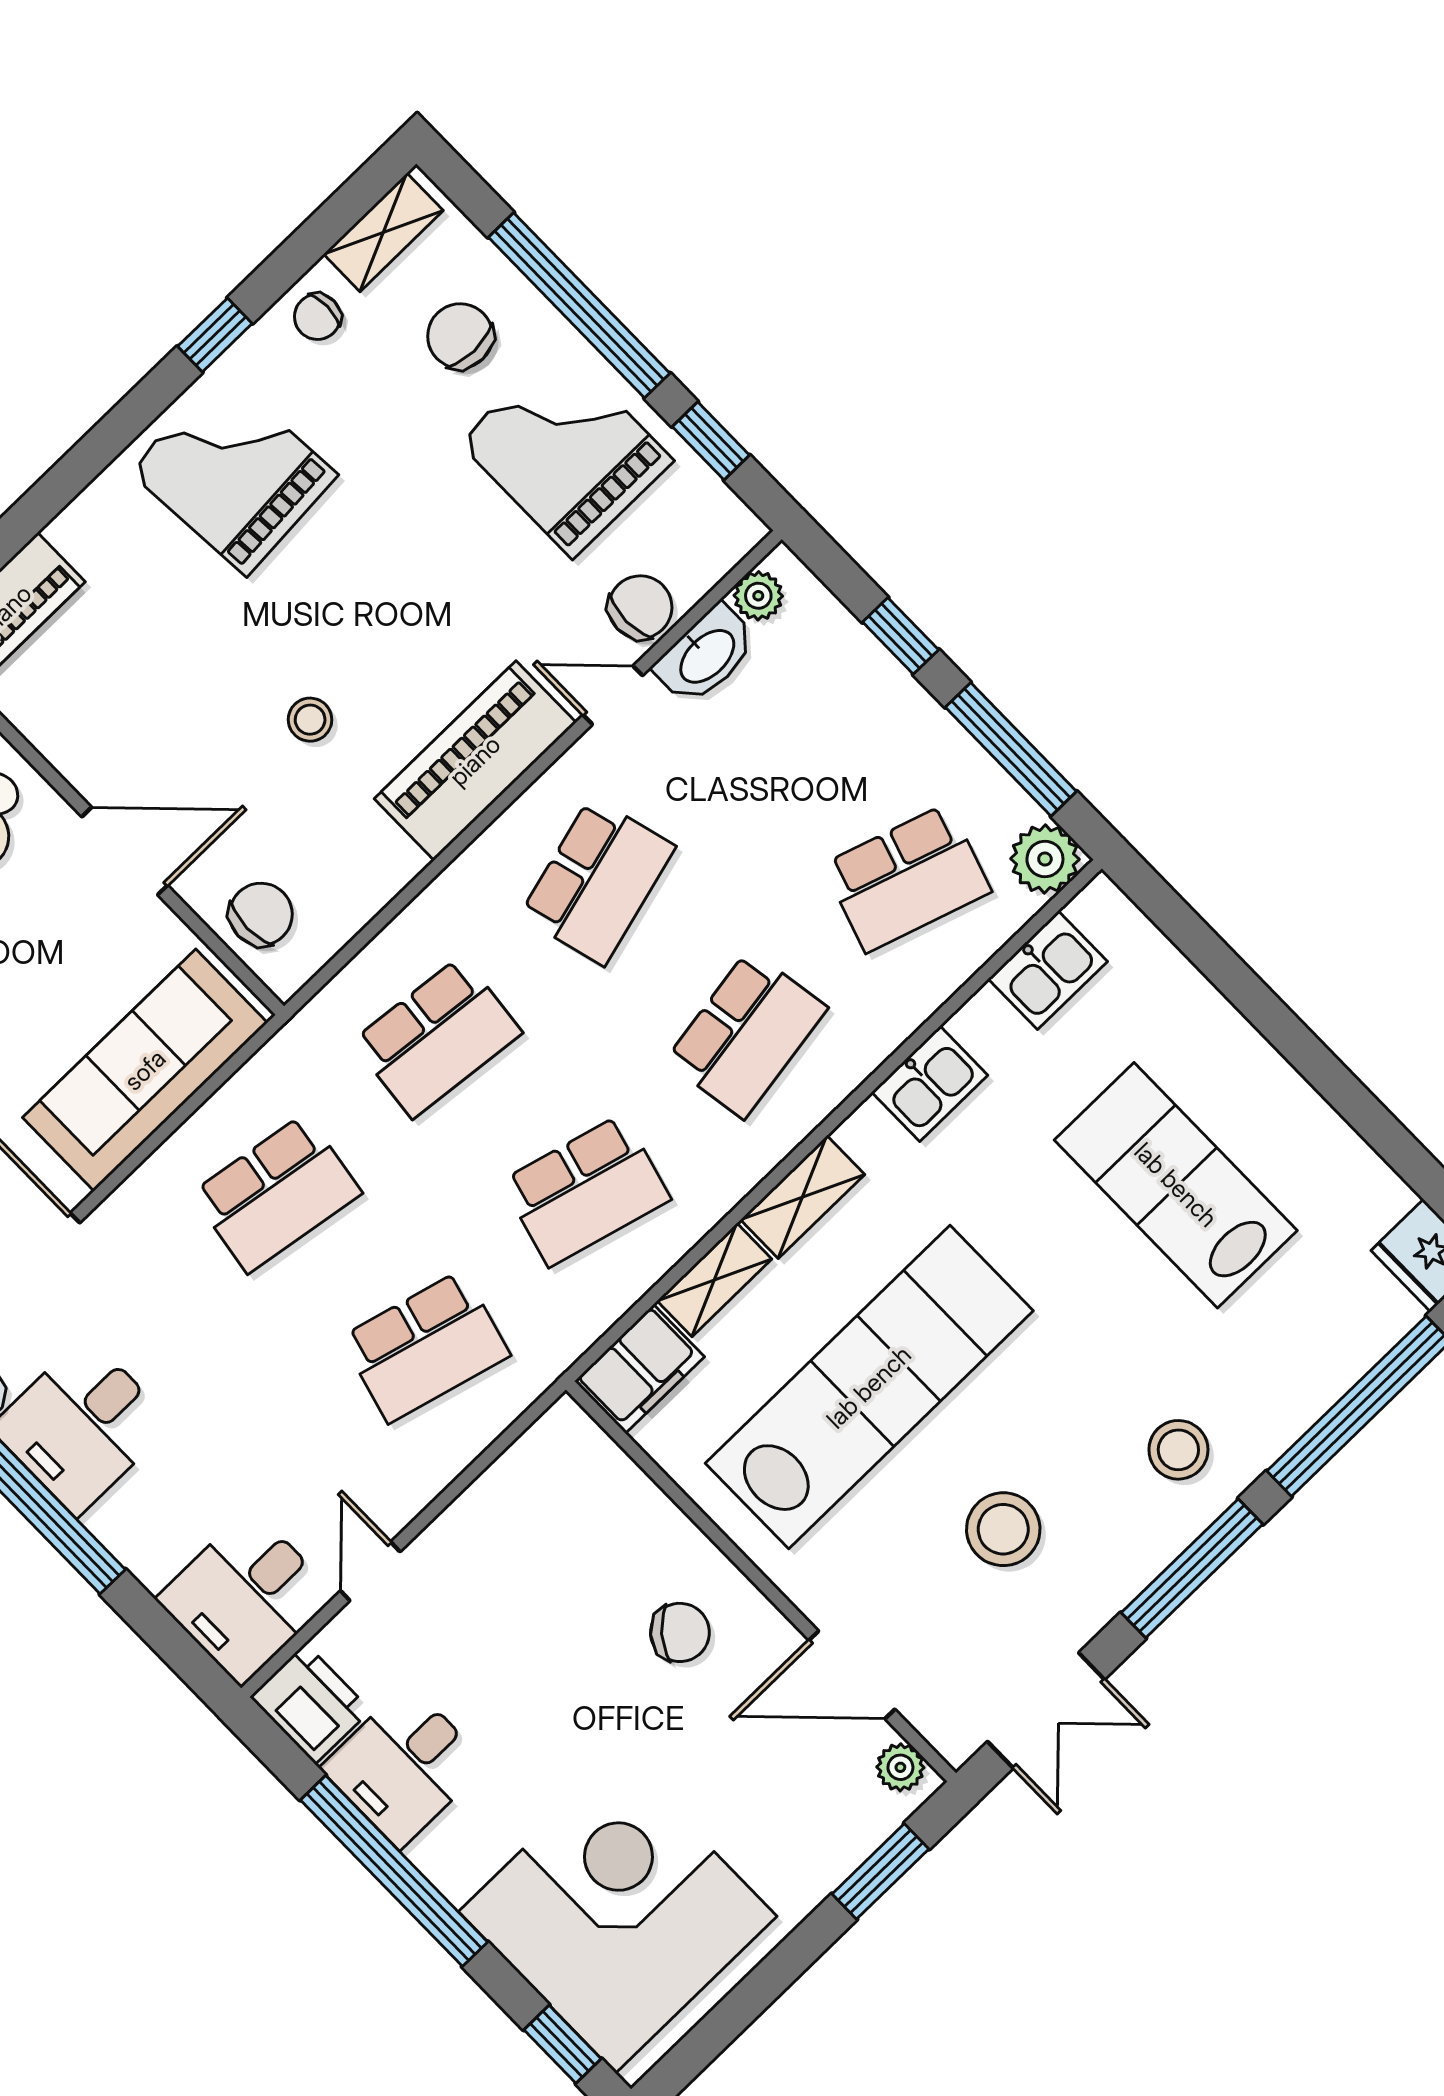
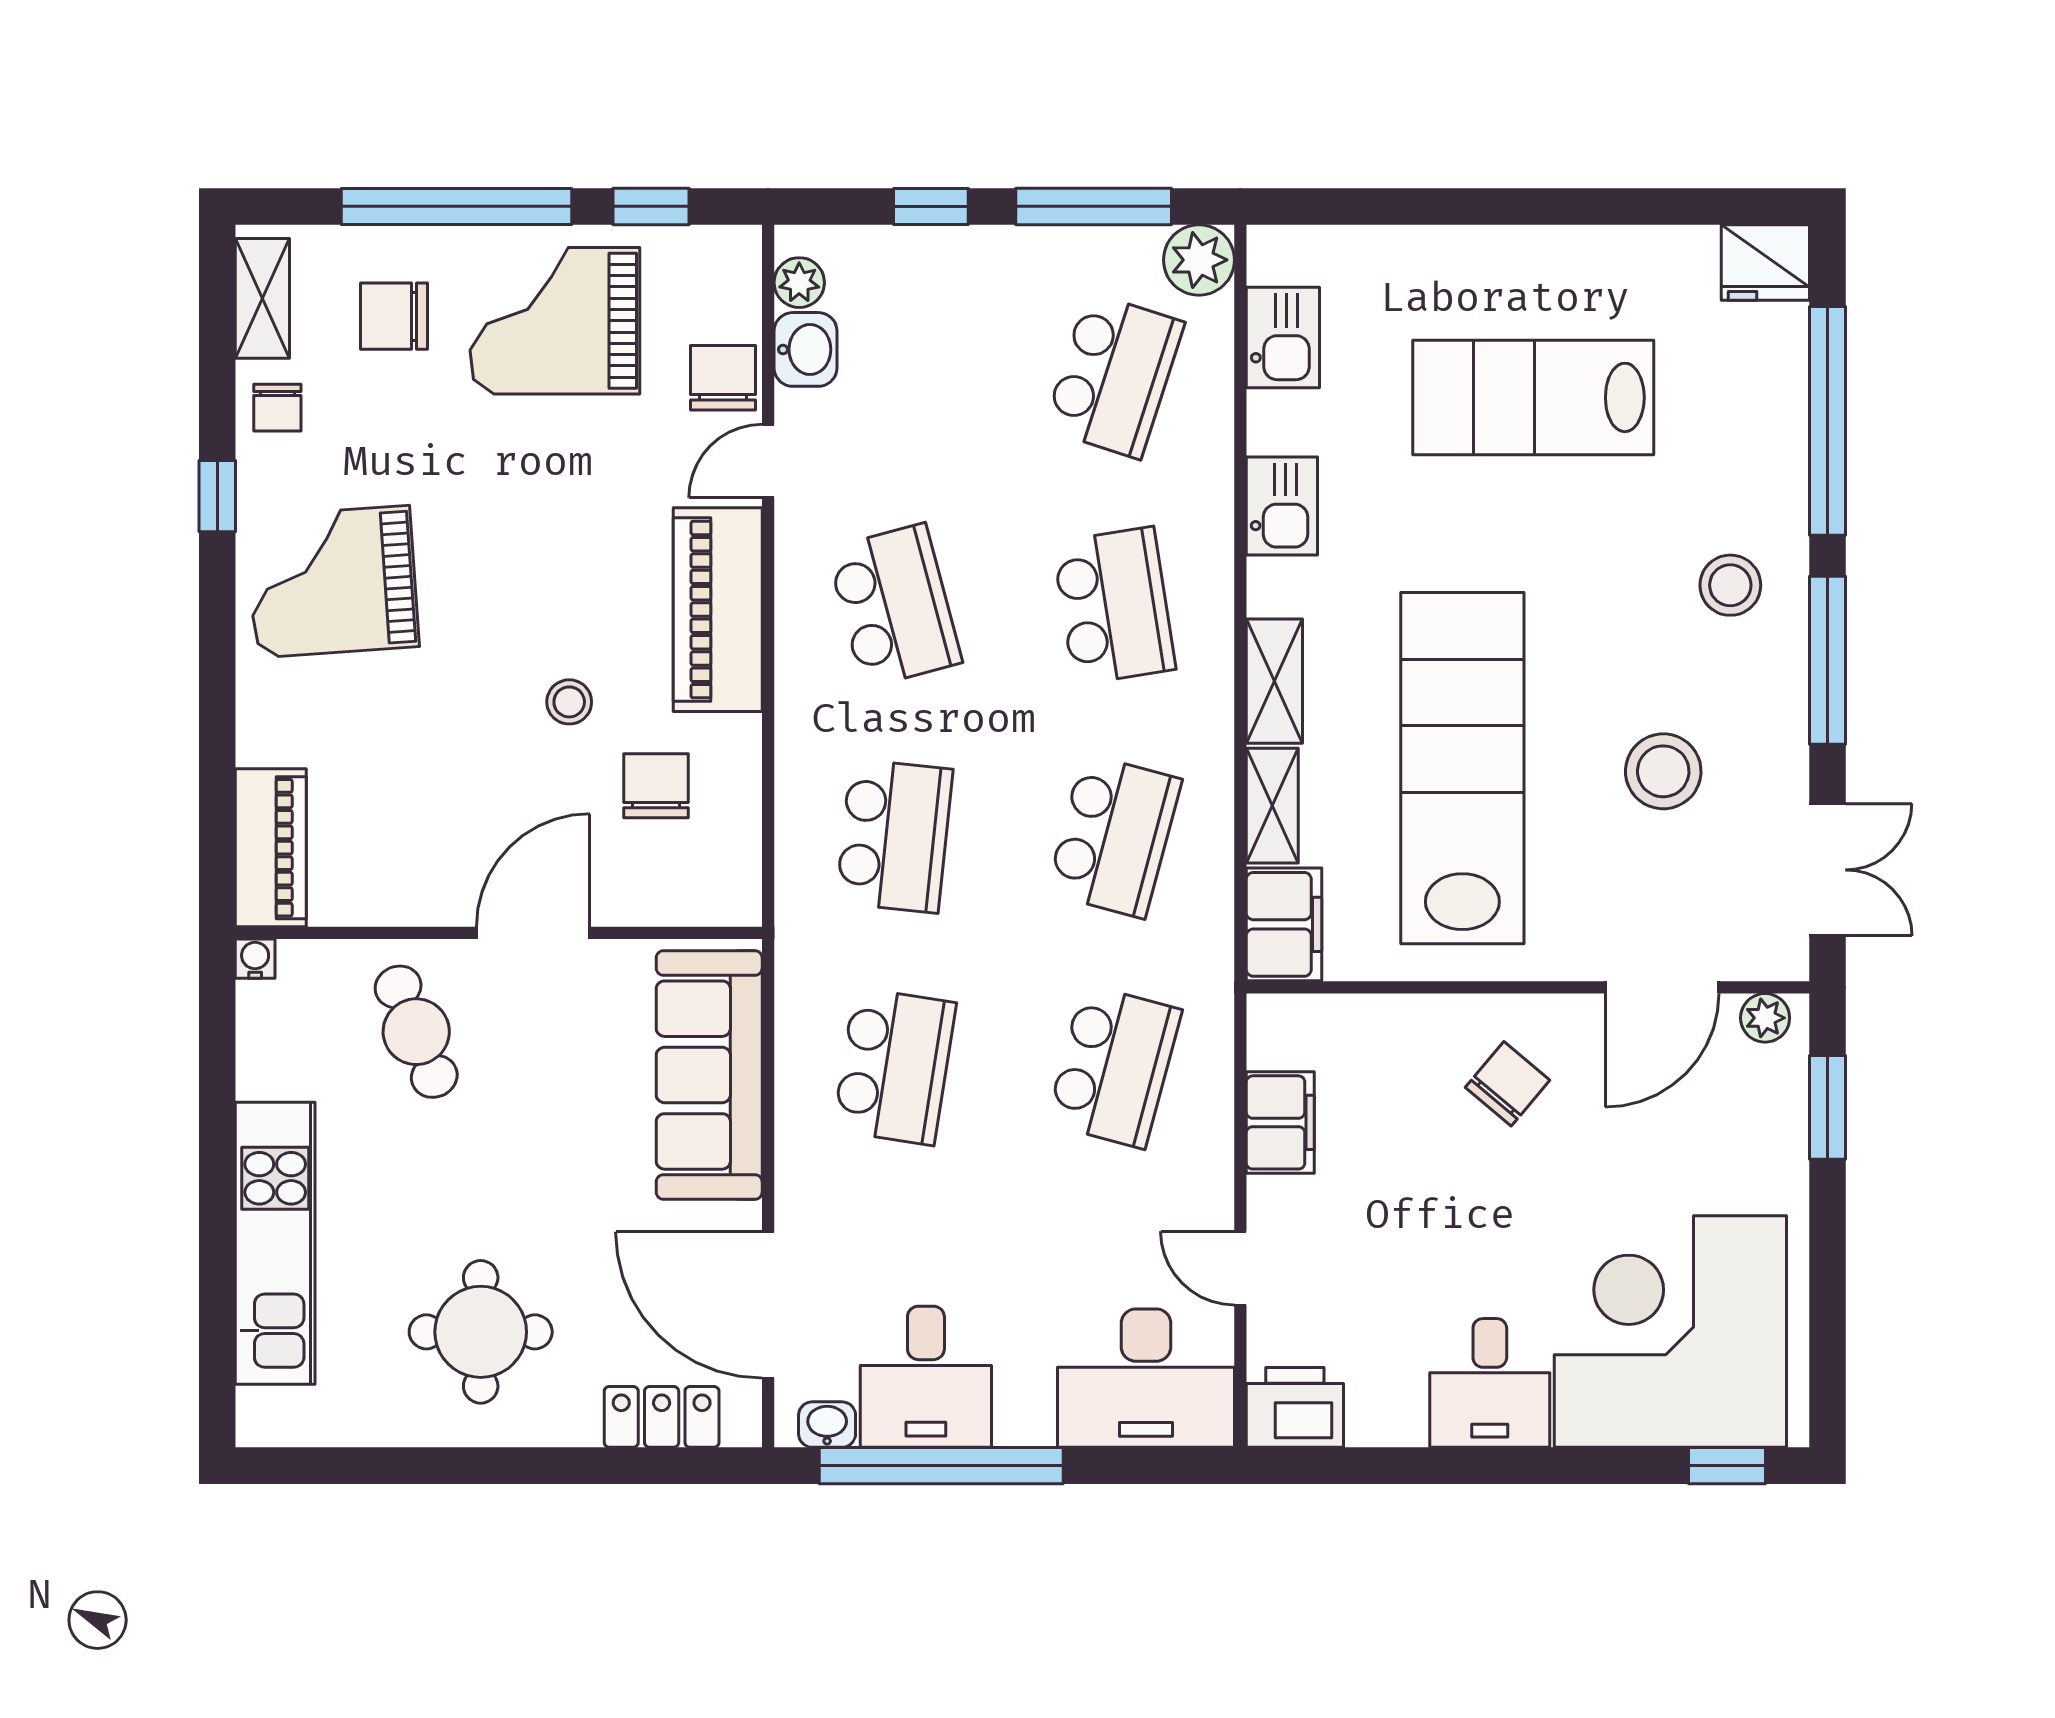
washbasin: (706, 655) -> (806, 349), width x0.72
chair: (261, 914) -> (656, 786), moved
filing cabinet: (499, 1500) -> (1280, 1122), added
desk: (246, 1597) -> (1146, 1378), width x1.37
desk: (404, 1766) -> (1490, 1383), moved
window: (394, 1871) -> (1478, 1466), removed

